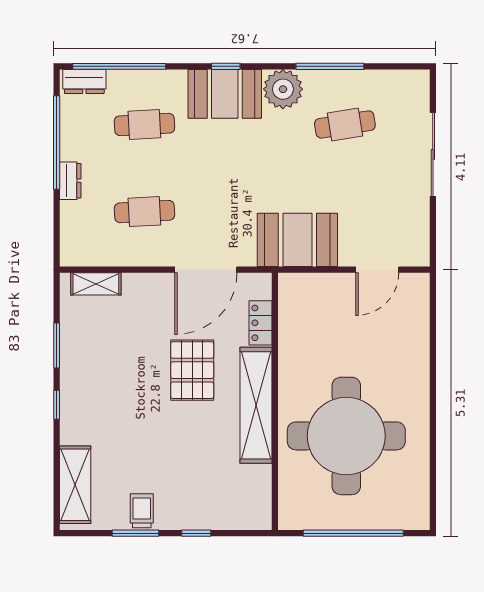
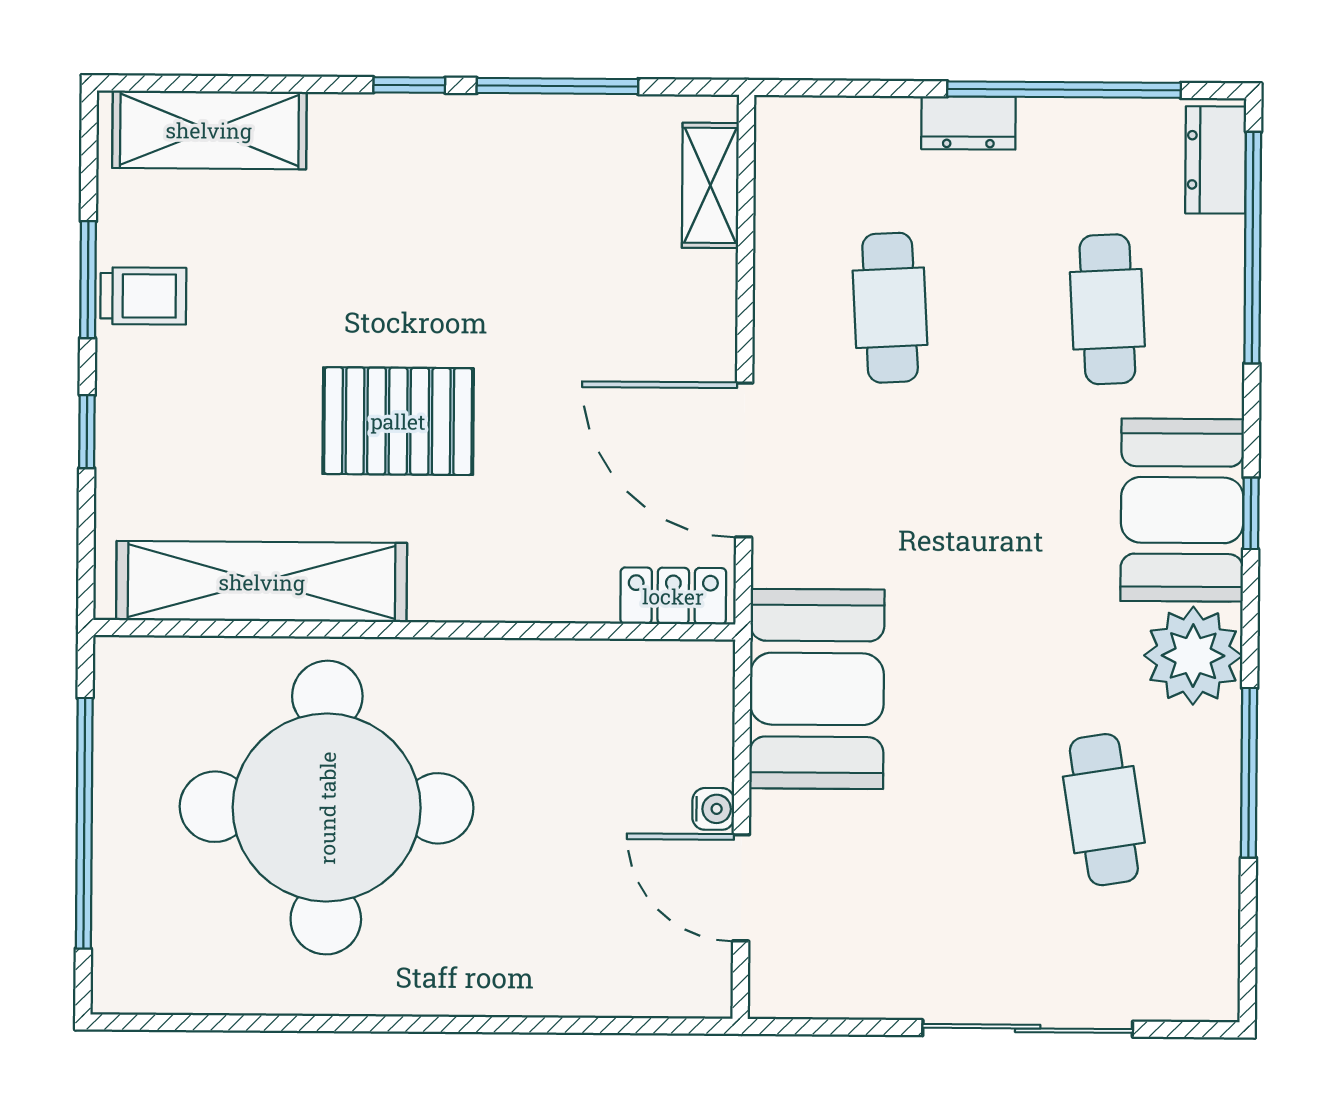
water cooler: (346, 281) -> (713, 809), added
locker: (261, 323) -> (673, 596), moved
window: (57, 345) -> (557, 86), width x1.44
pallet: (192, 370) -> (398, 421), moved
shelving: (256, 405) -> (262, 582), moved

